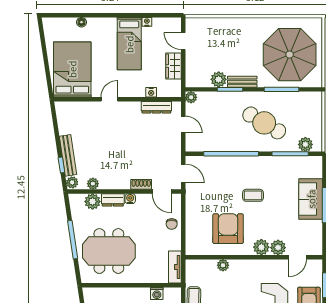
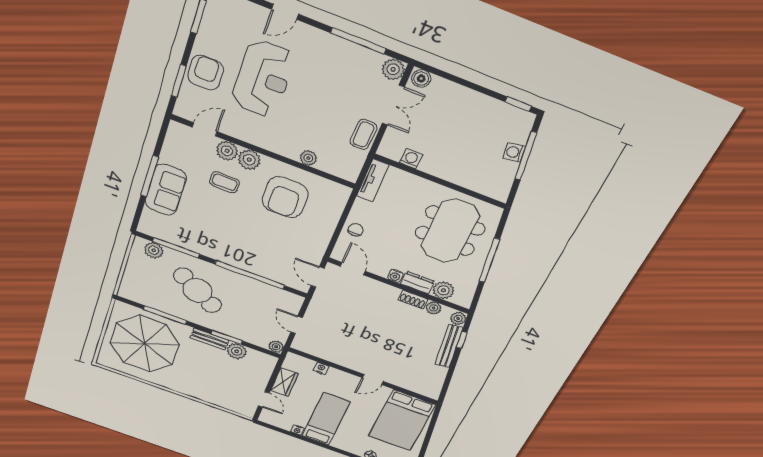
dresser: (156, 107) -> (321, 352), removed
shoe rack: (141, 184) -> (413, 299), moved
coffee table: (253, 195) -> (225, 182), moved
meeting table: (109, 251) -> (450, 231), turned 90

